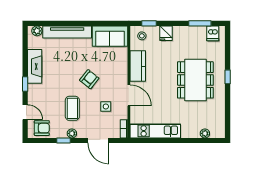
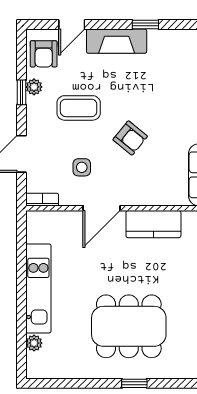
fireplace: (35, 66) -> (117, 41), moved
window: (25, 84) -> (145, 24), moved
kitchen unit: (155, 131) -> (38, 288), moved
plant: (72, 133) -> (34, 87), moved

